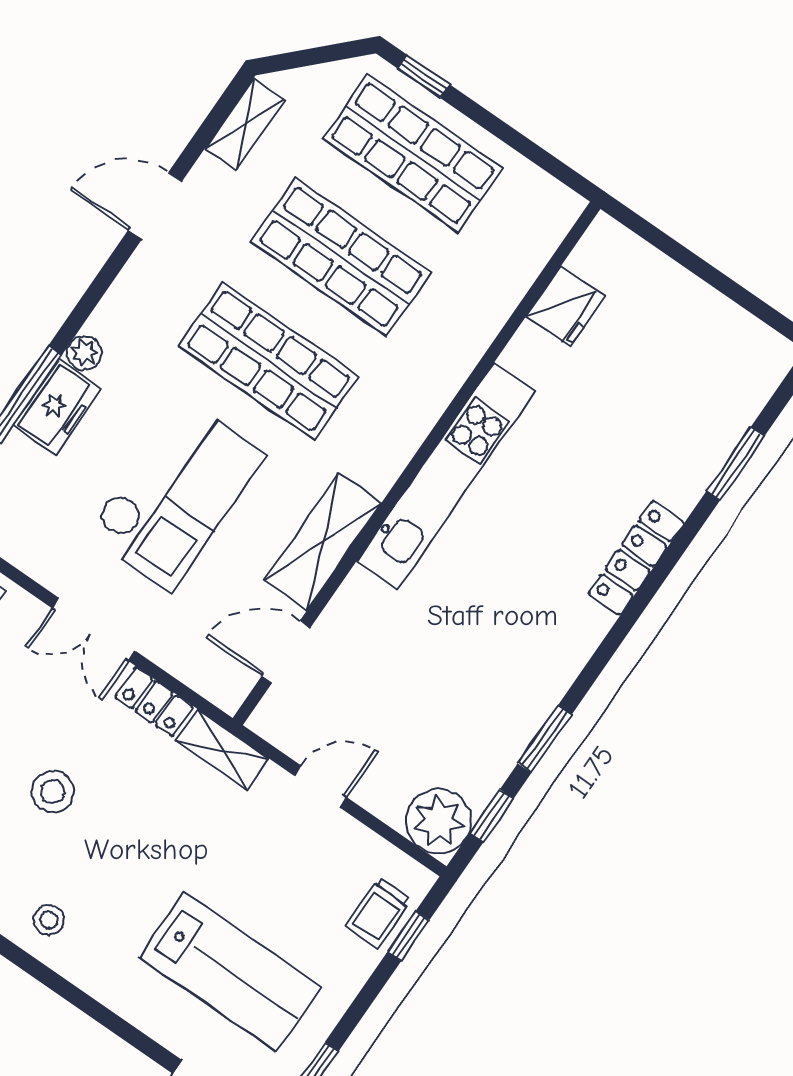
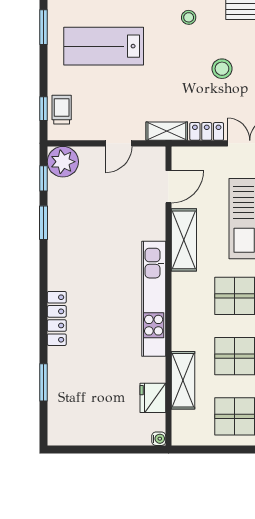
water cooler: (604, 229) -> (159, 439), added
shelving: (492, 301) -> (183, 380), added

